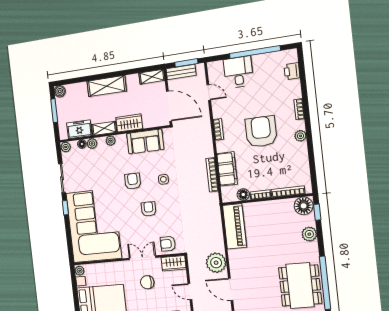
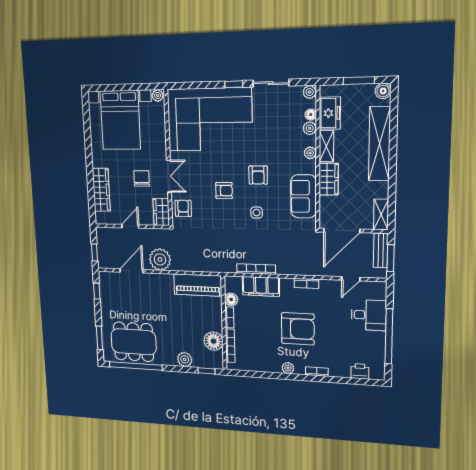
shelving: (107, 86) -> (379, 144), width x1.47
armchair: (133, 181) -> (258, 175), turned 90
floor lamp: (304, 206) -> (214, 341), moved

